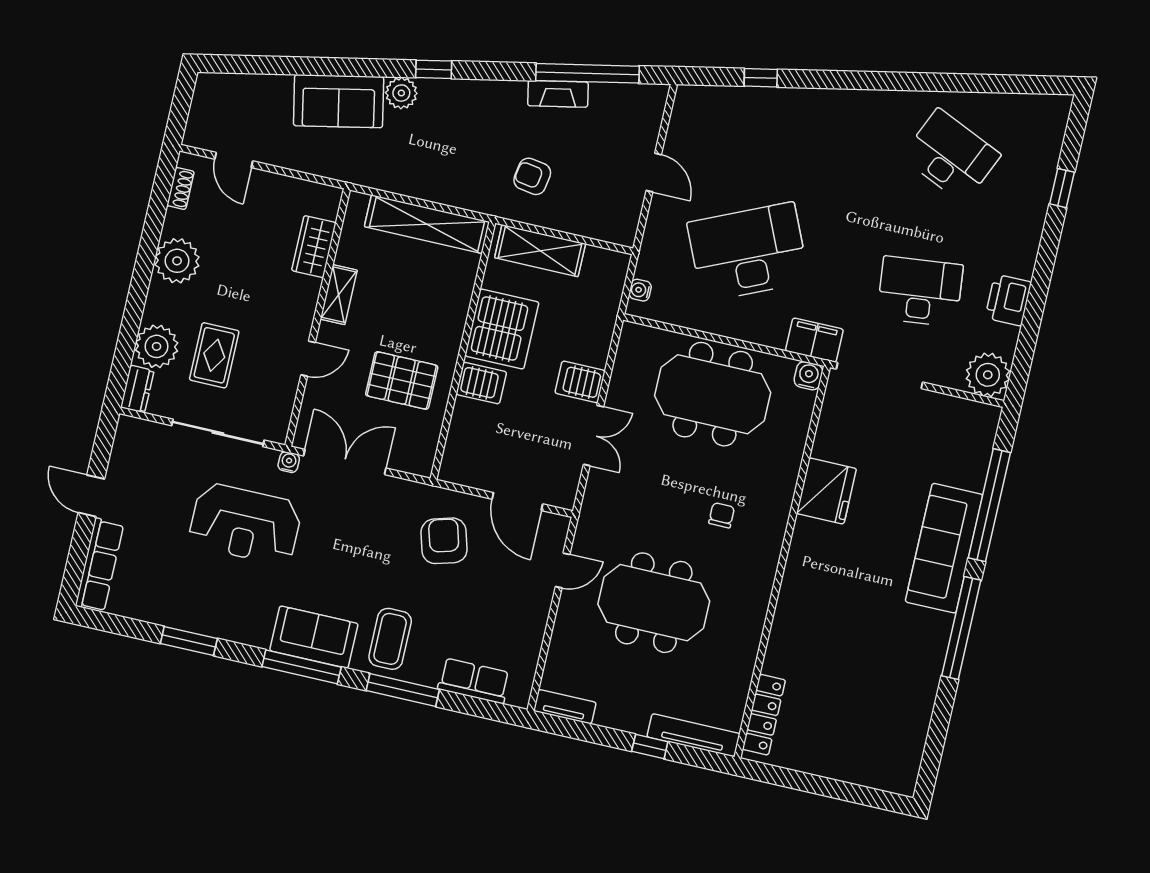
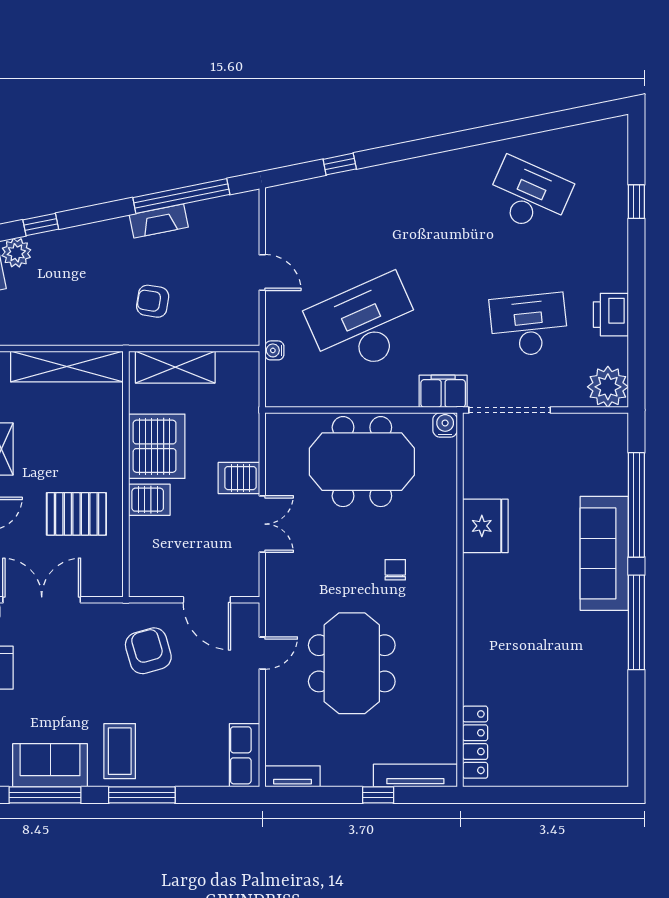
water cooler: (640, 290) -> (274, 350), moved
meeting table: (654, 603) -> (352, 663), turned 90
row of seats: (474, 681) -> (244, 755), moved, turned -90

